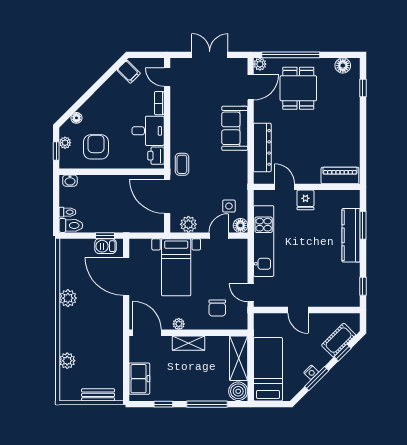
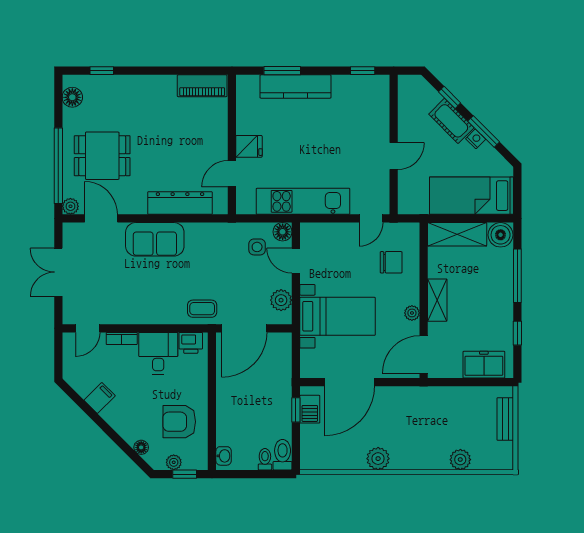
filing cabinet: (129, 72) -> (100, 398), moved
piano: (340, 176) -> (202, 86), moved, turned -90
cot: (339, 340) -> (451, 121), moved

